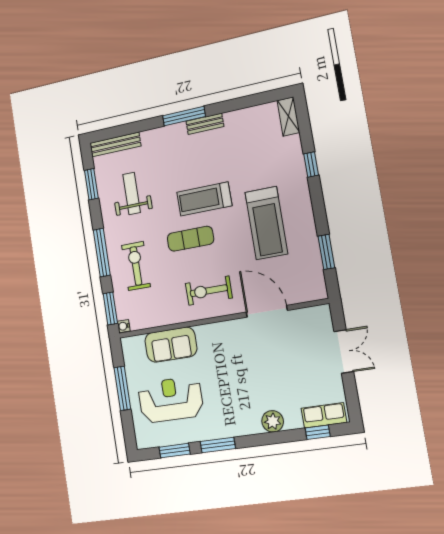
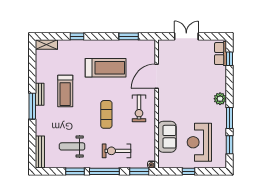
window: (91, 184) -> (75, 171), moved
treadmill: (204, 199) -> (65, 91), moved
window: (122, 388) -> (189, 171), width x0.46
plant: (273, 421) -> (220, 99), moved

